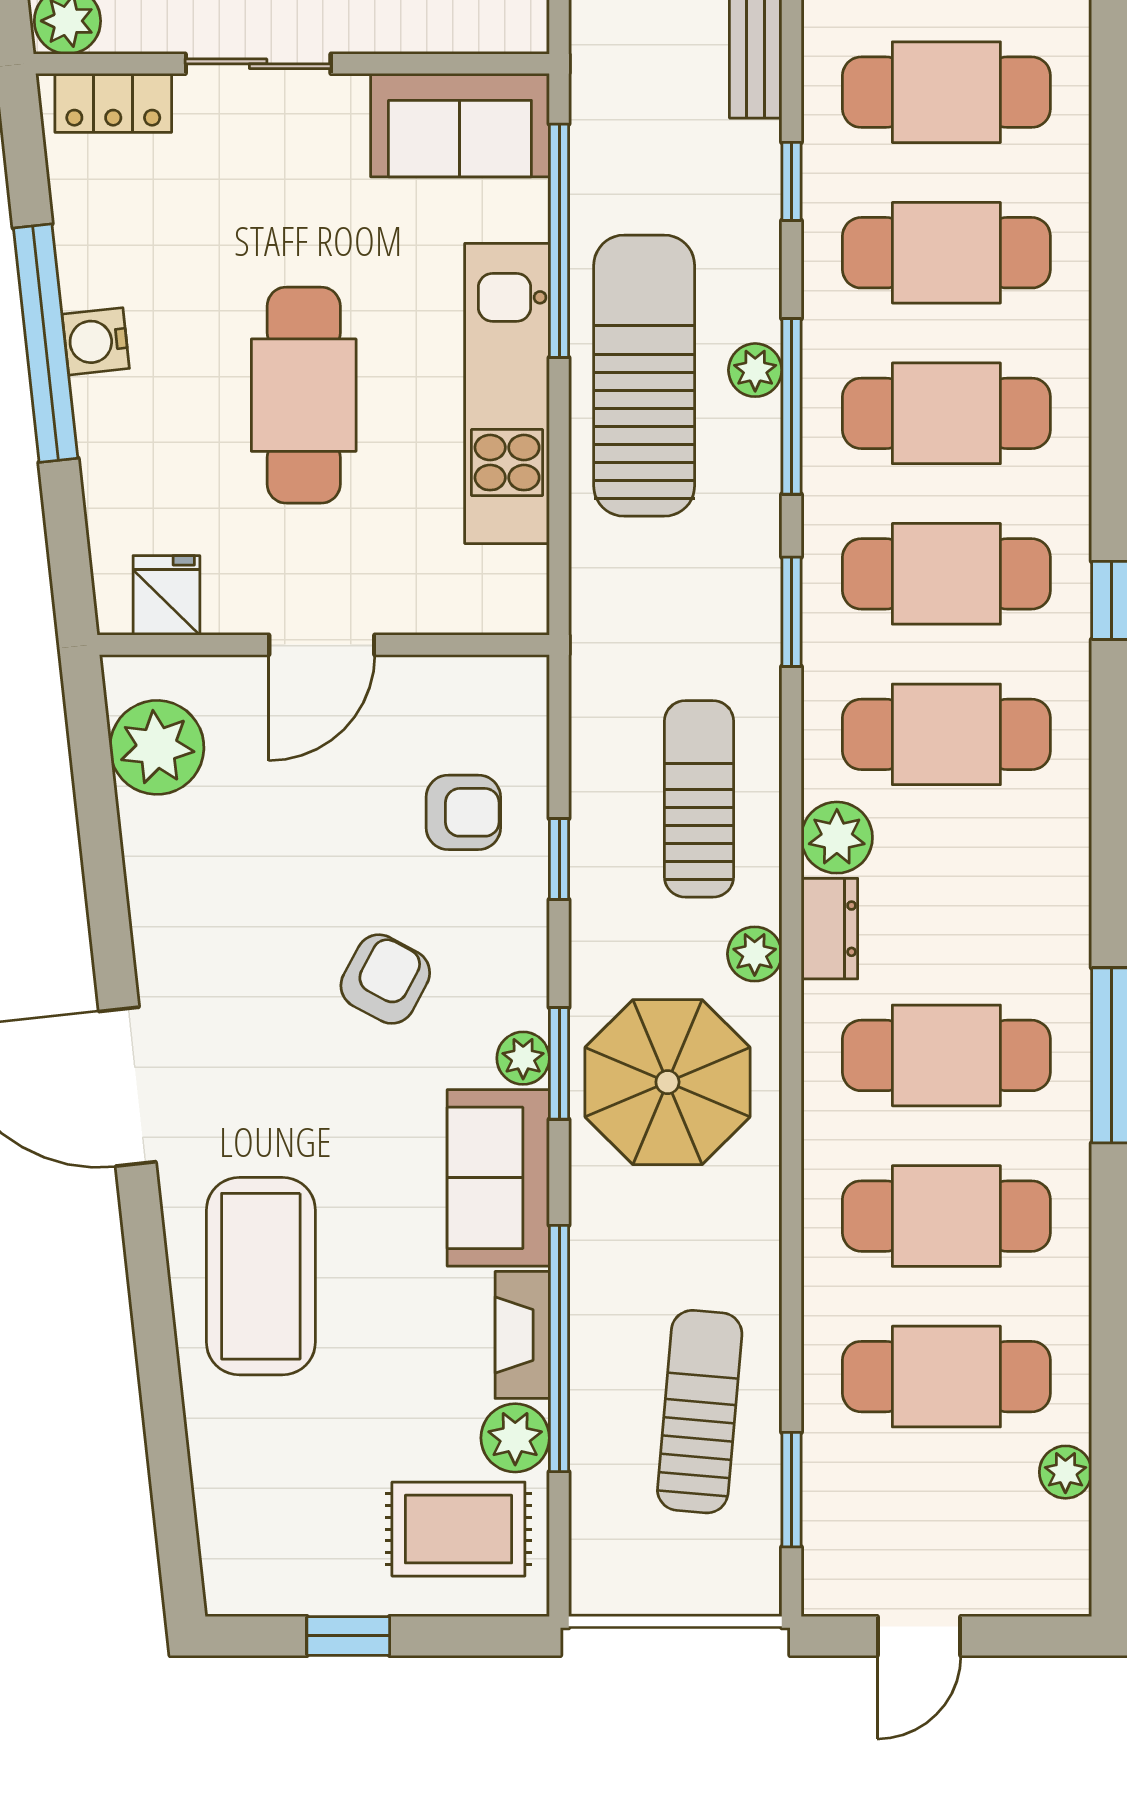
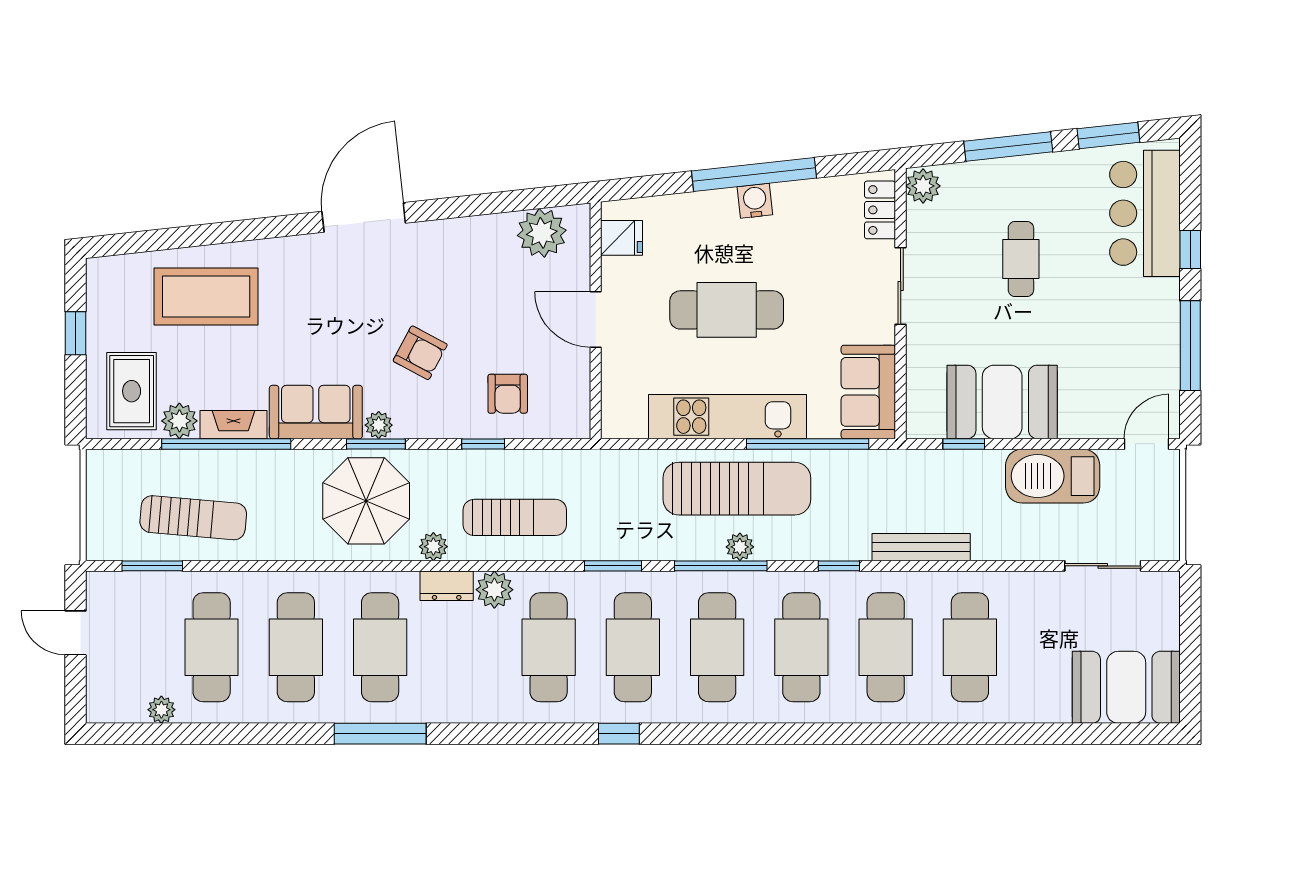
coffee table: (261, 1276) -> (206, 297), moved

